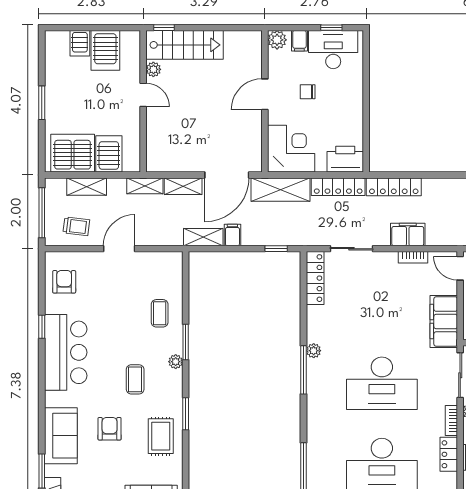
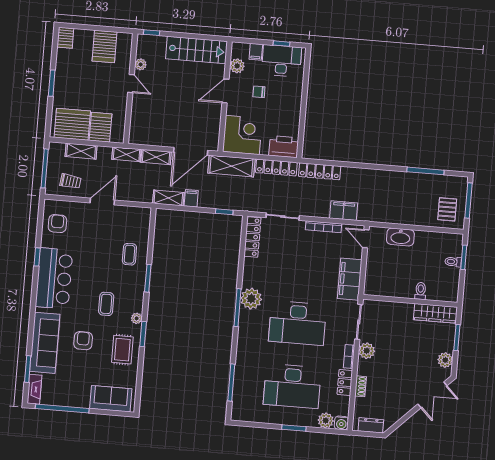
plant: (277, 40) -> (237, 66), moved
server rack: (80, 43) -> (65, 38), moved
stairs: (185, 45) -> (196, 50), moved
filing cabinet: (408, 235) -> (344, 211), moved
bookcase: (413, 257) -> (324, 227), width x1.56
plant: (314, 351) -> (251, 299), width x1.88, depth x1.88
plant: (176, 362) -> (137, 318), moved
sofa: (61, 436) -> (45, 343), width x1.36

